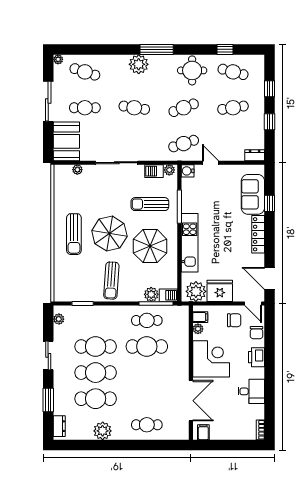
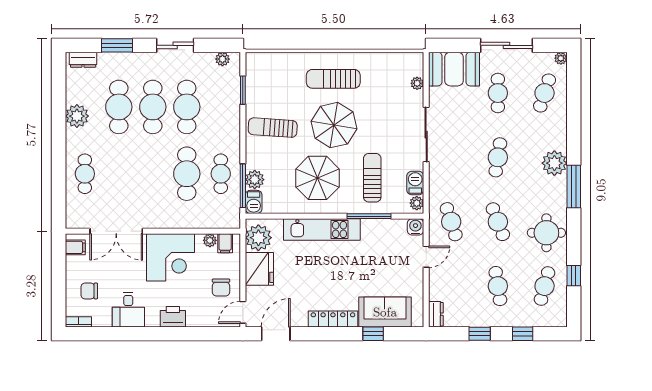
chair: (257, 333) -> (89, 291), moved

